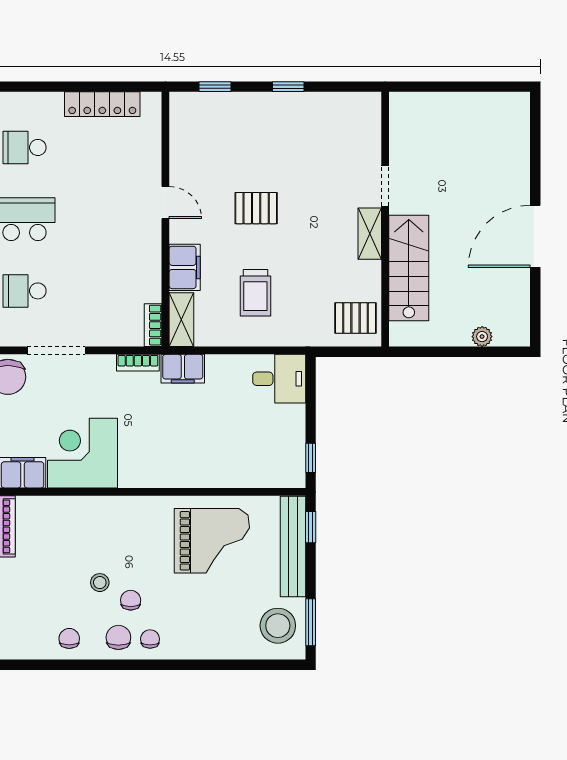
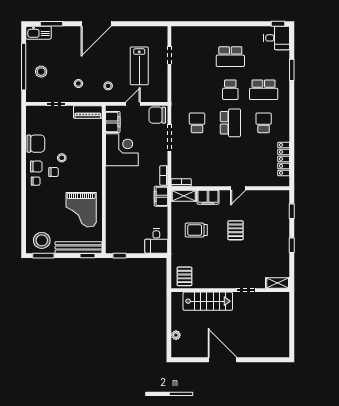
shelving: (370, 234) -> (278, 283), moved
chair: (69, 638) -> (36, 144), width x1.87, depth x1.87

